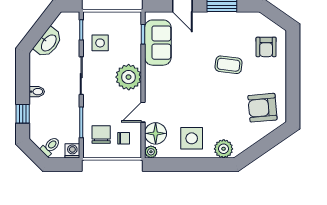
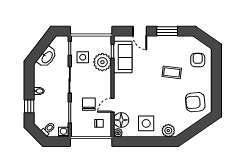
armchair: (266, 47) -> (198, 60), turned 180
plant: (129, 77) -> (102, 62), moved
chair: (101, 135) -> (89, 104), moved

